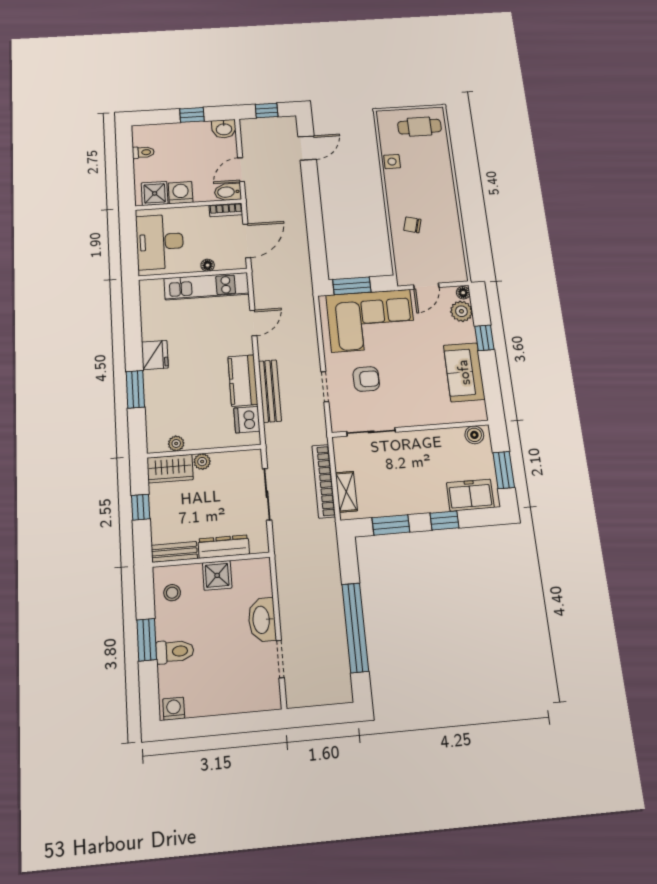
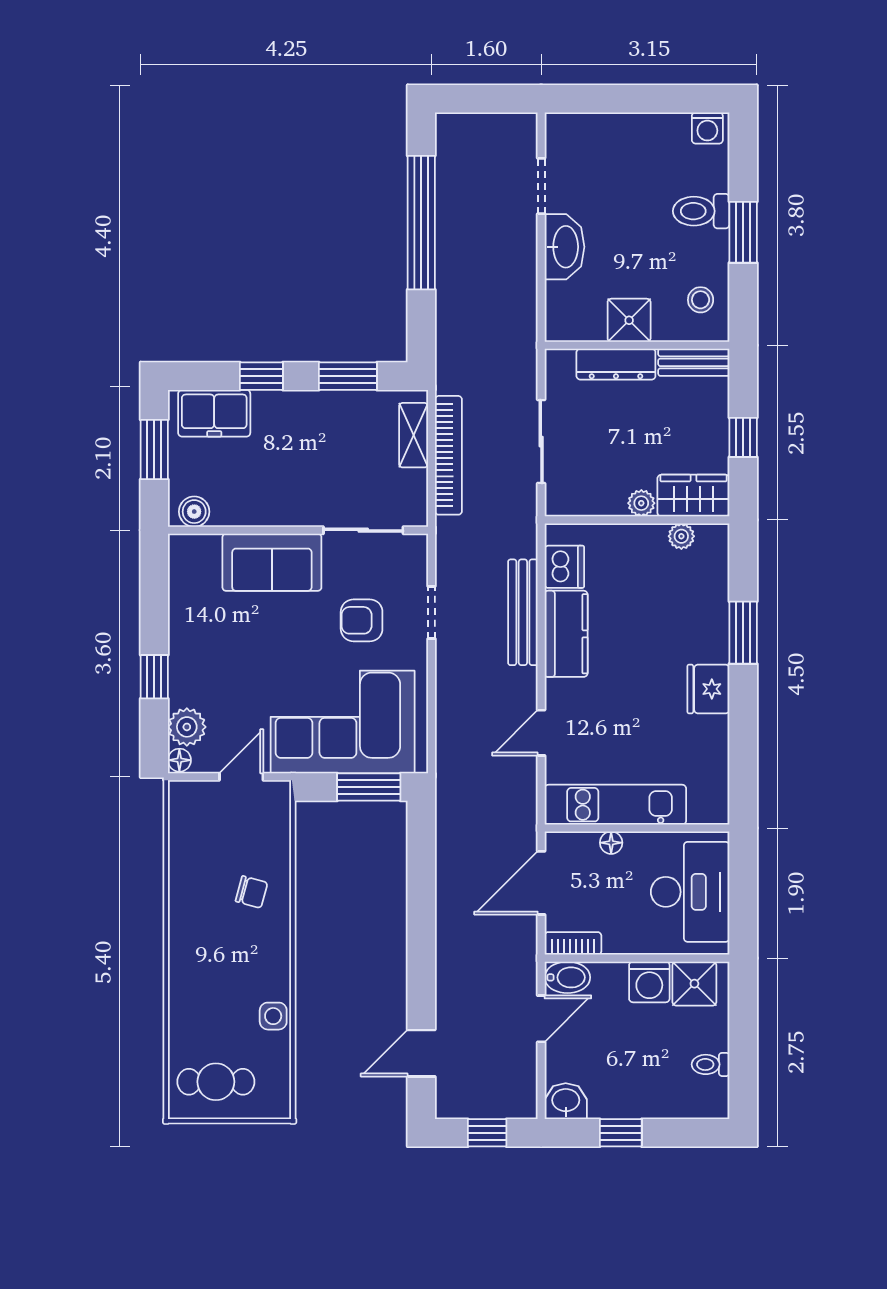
sofa: (464, 372) -> (272, 562), moved, turned 90

